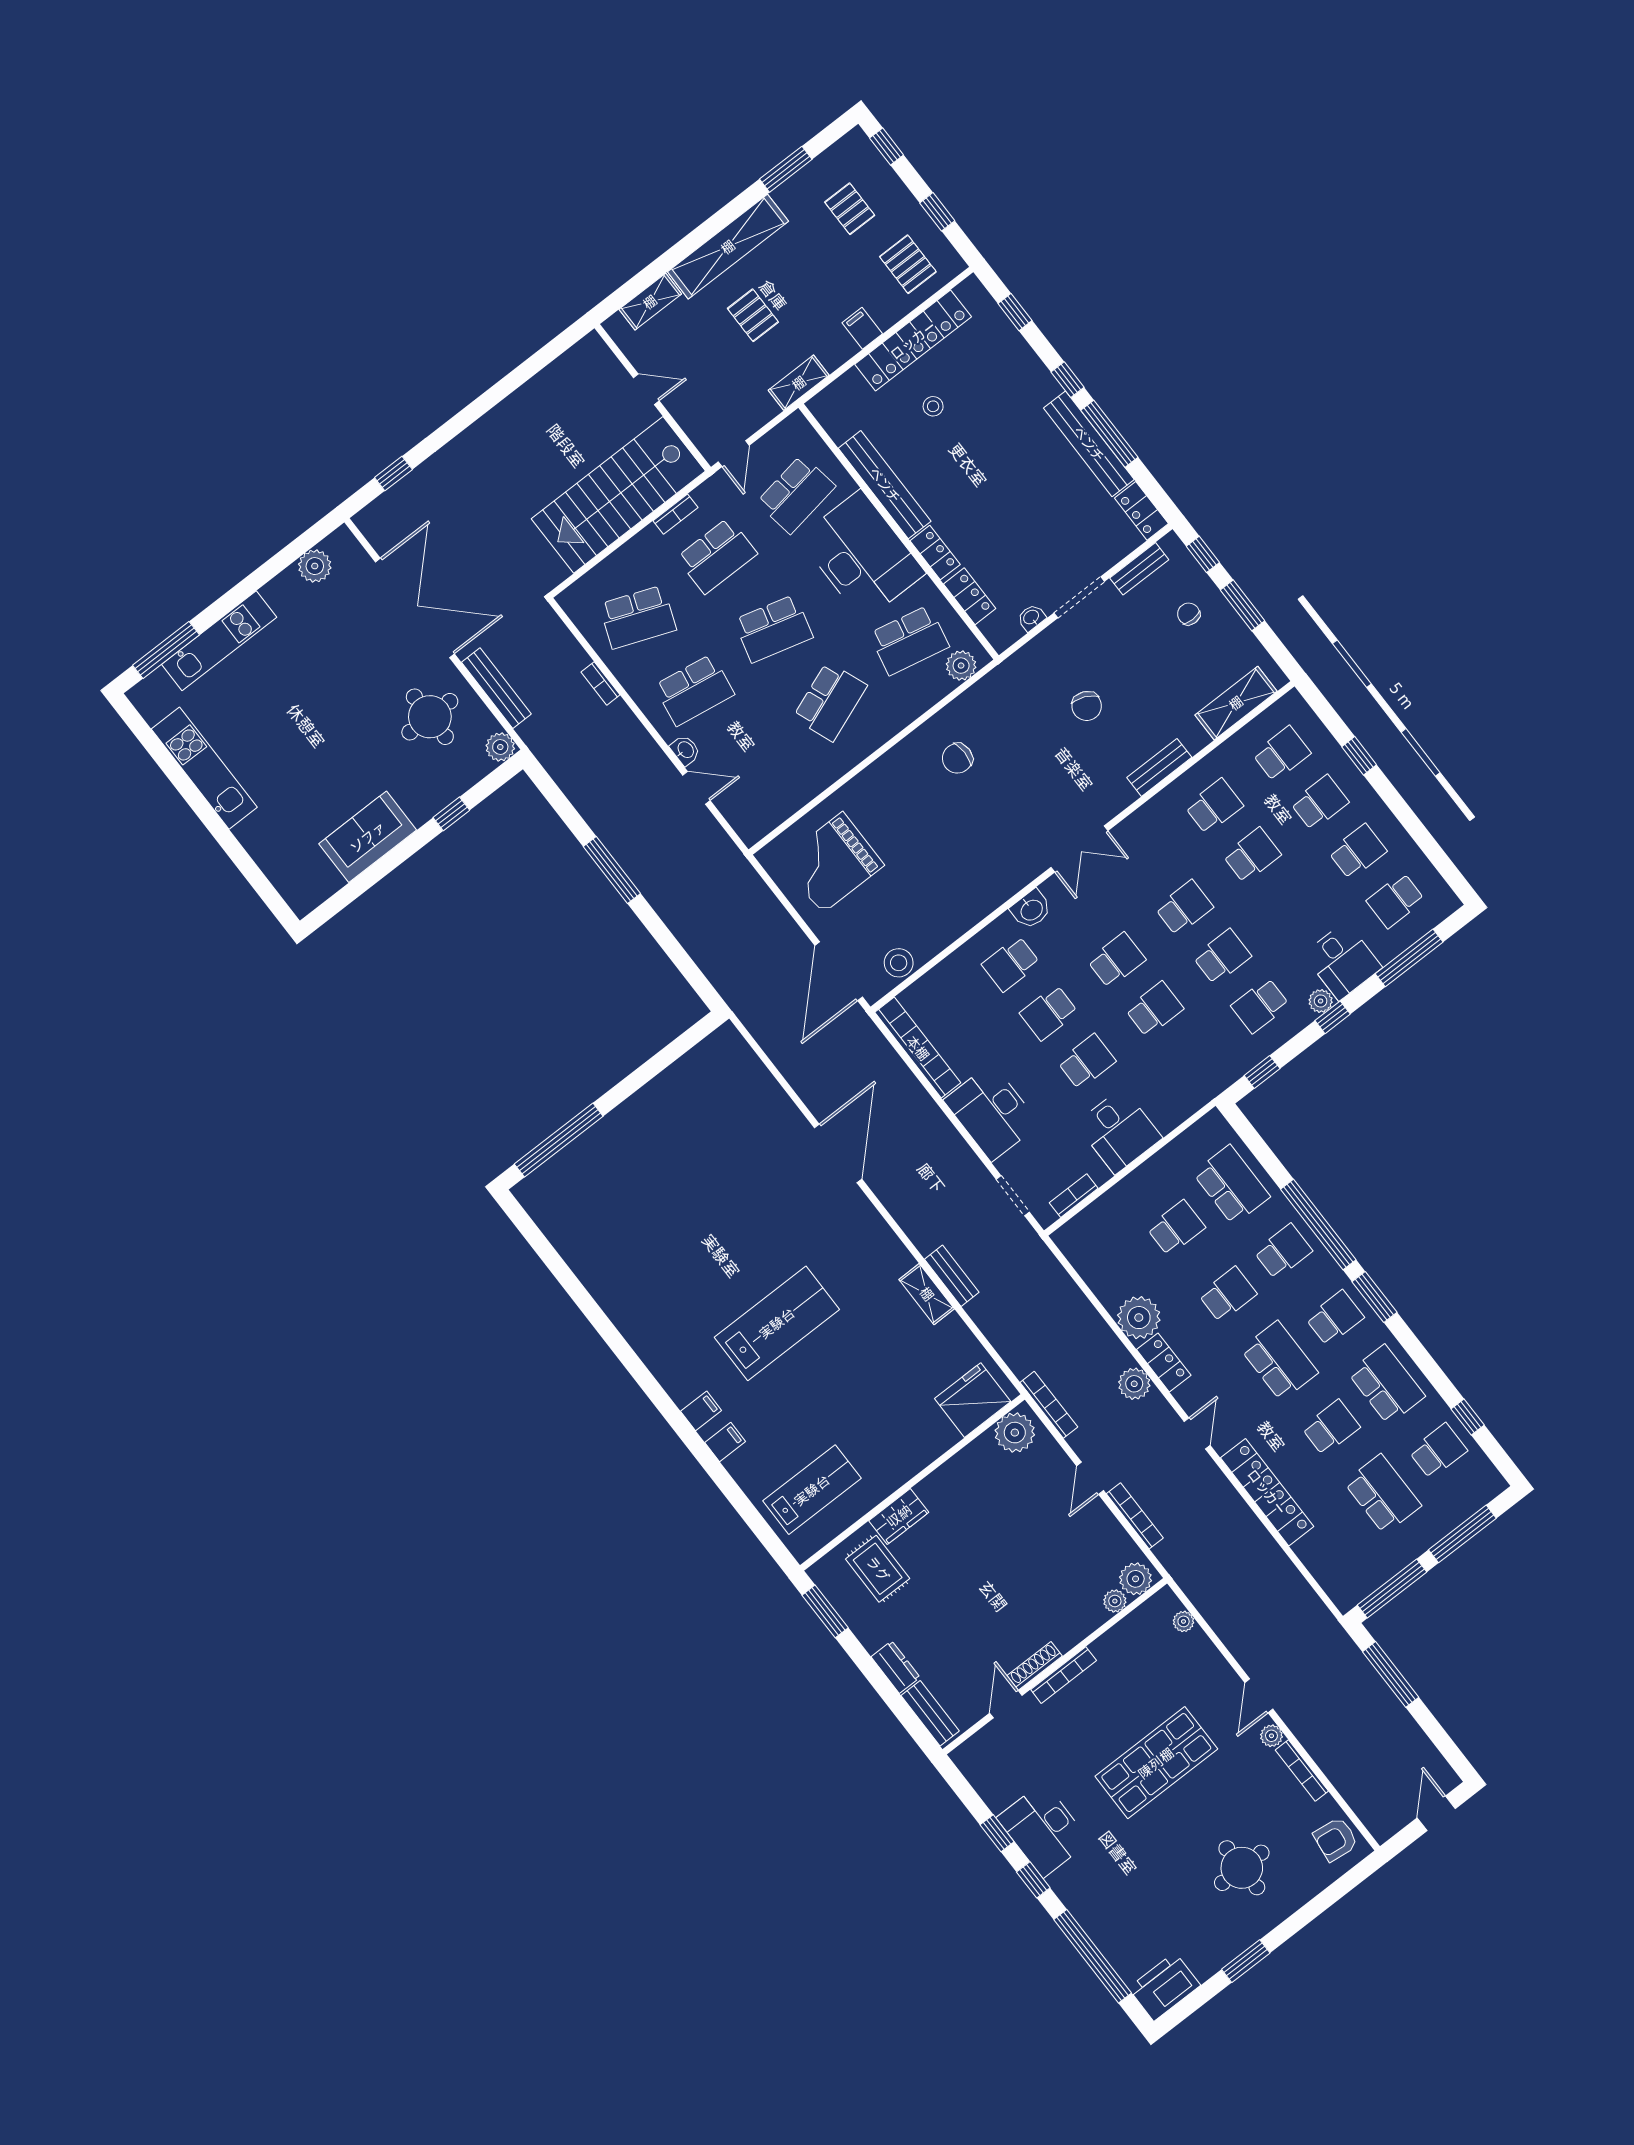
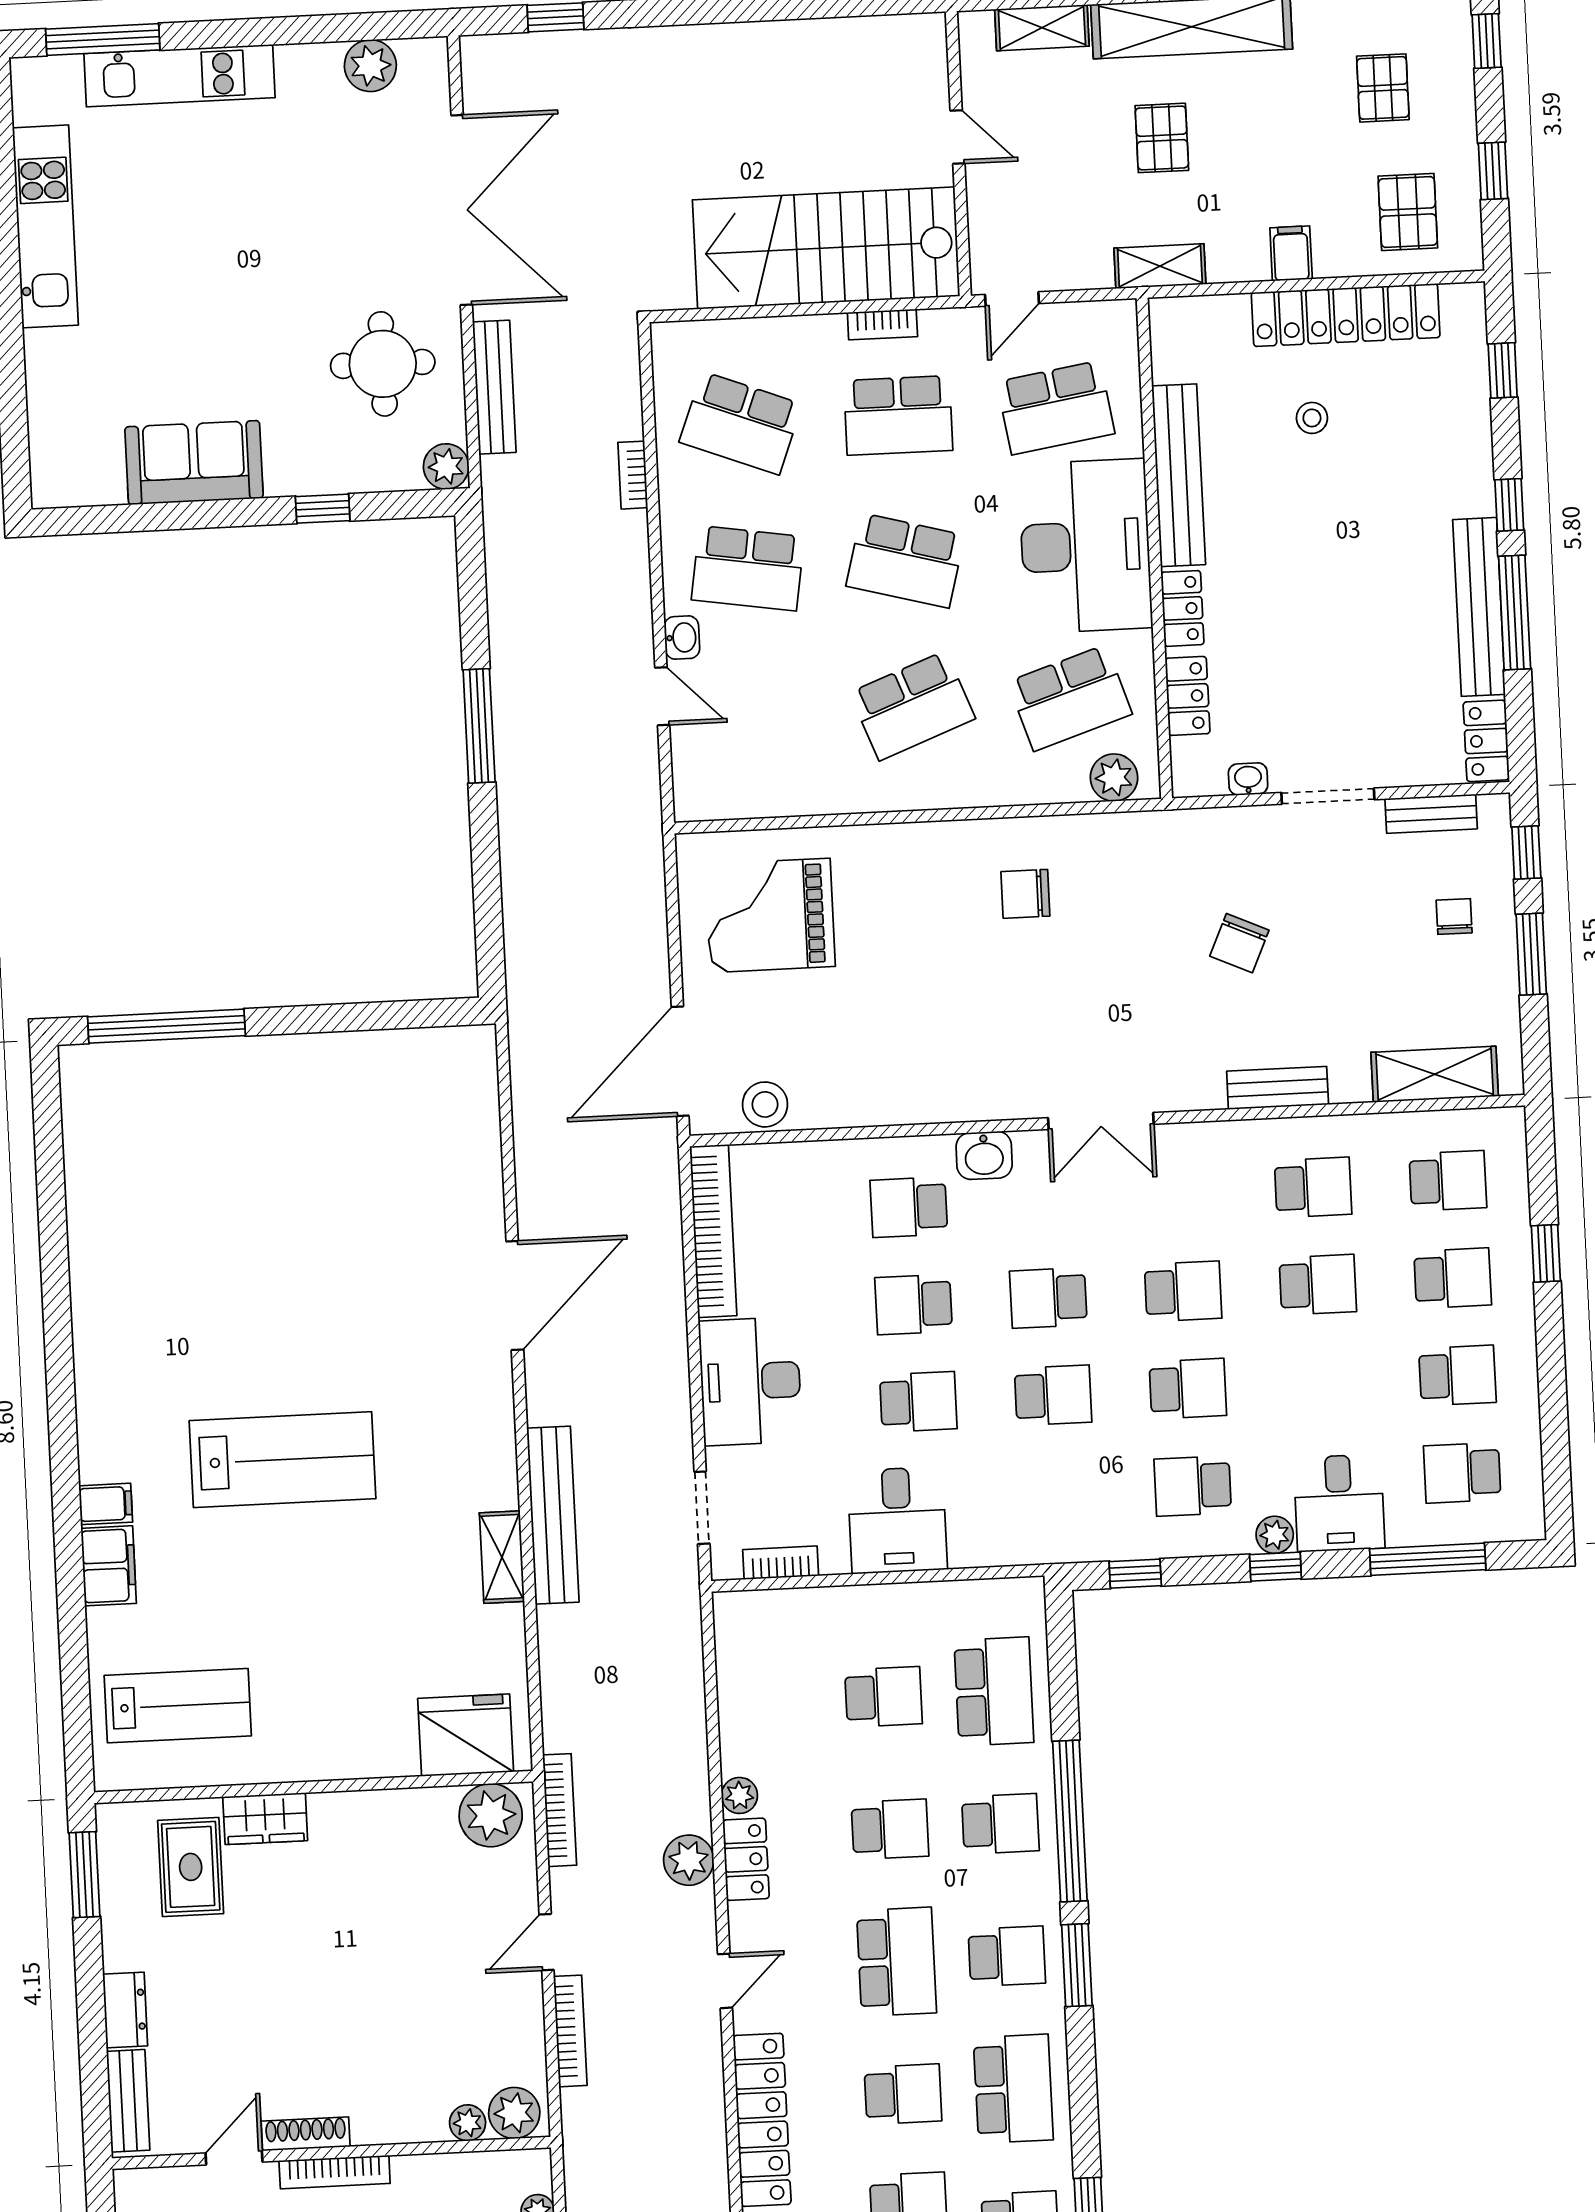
school desk: (909, 640) -> (1070, 698), turned -30
school desk: (1117, 960) -> (1048, 1298), turned 180
bench: (952, 1276) -> (553, 1515), width x1.86, depth x1.21
plant: (1139, 1318) -> (739, 1795), width x0.53, depth x0.53
filing cabinet: (725, 1442) -> (109, 1566), width x2.00

